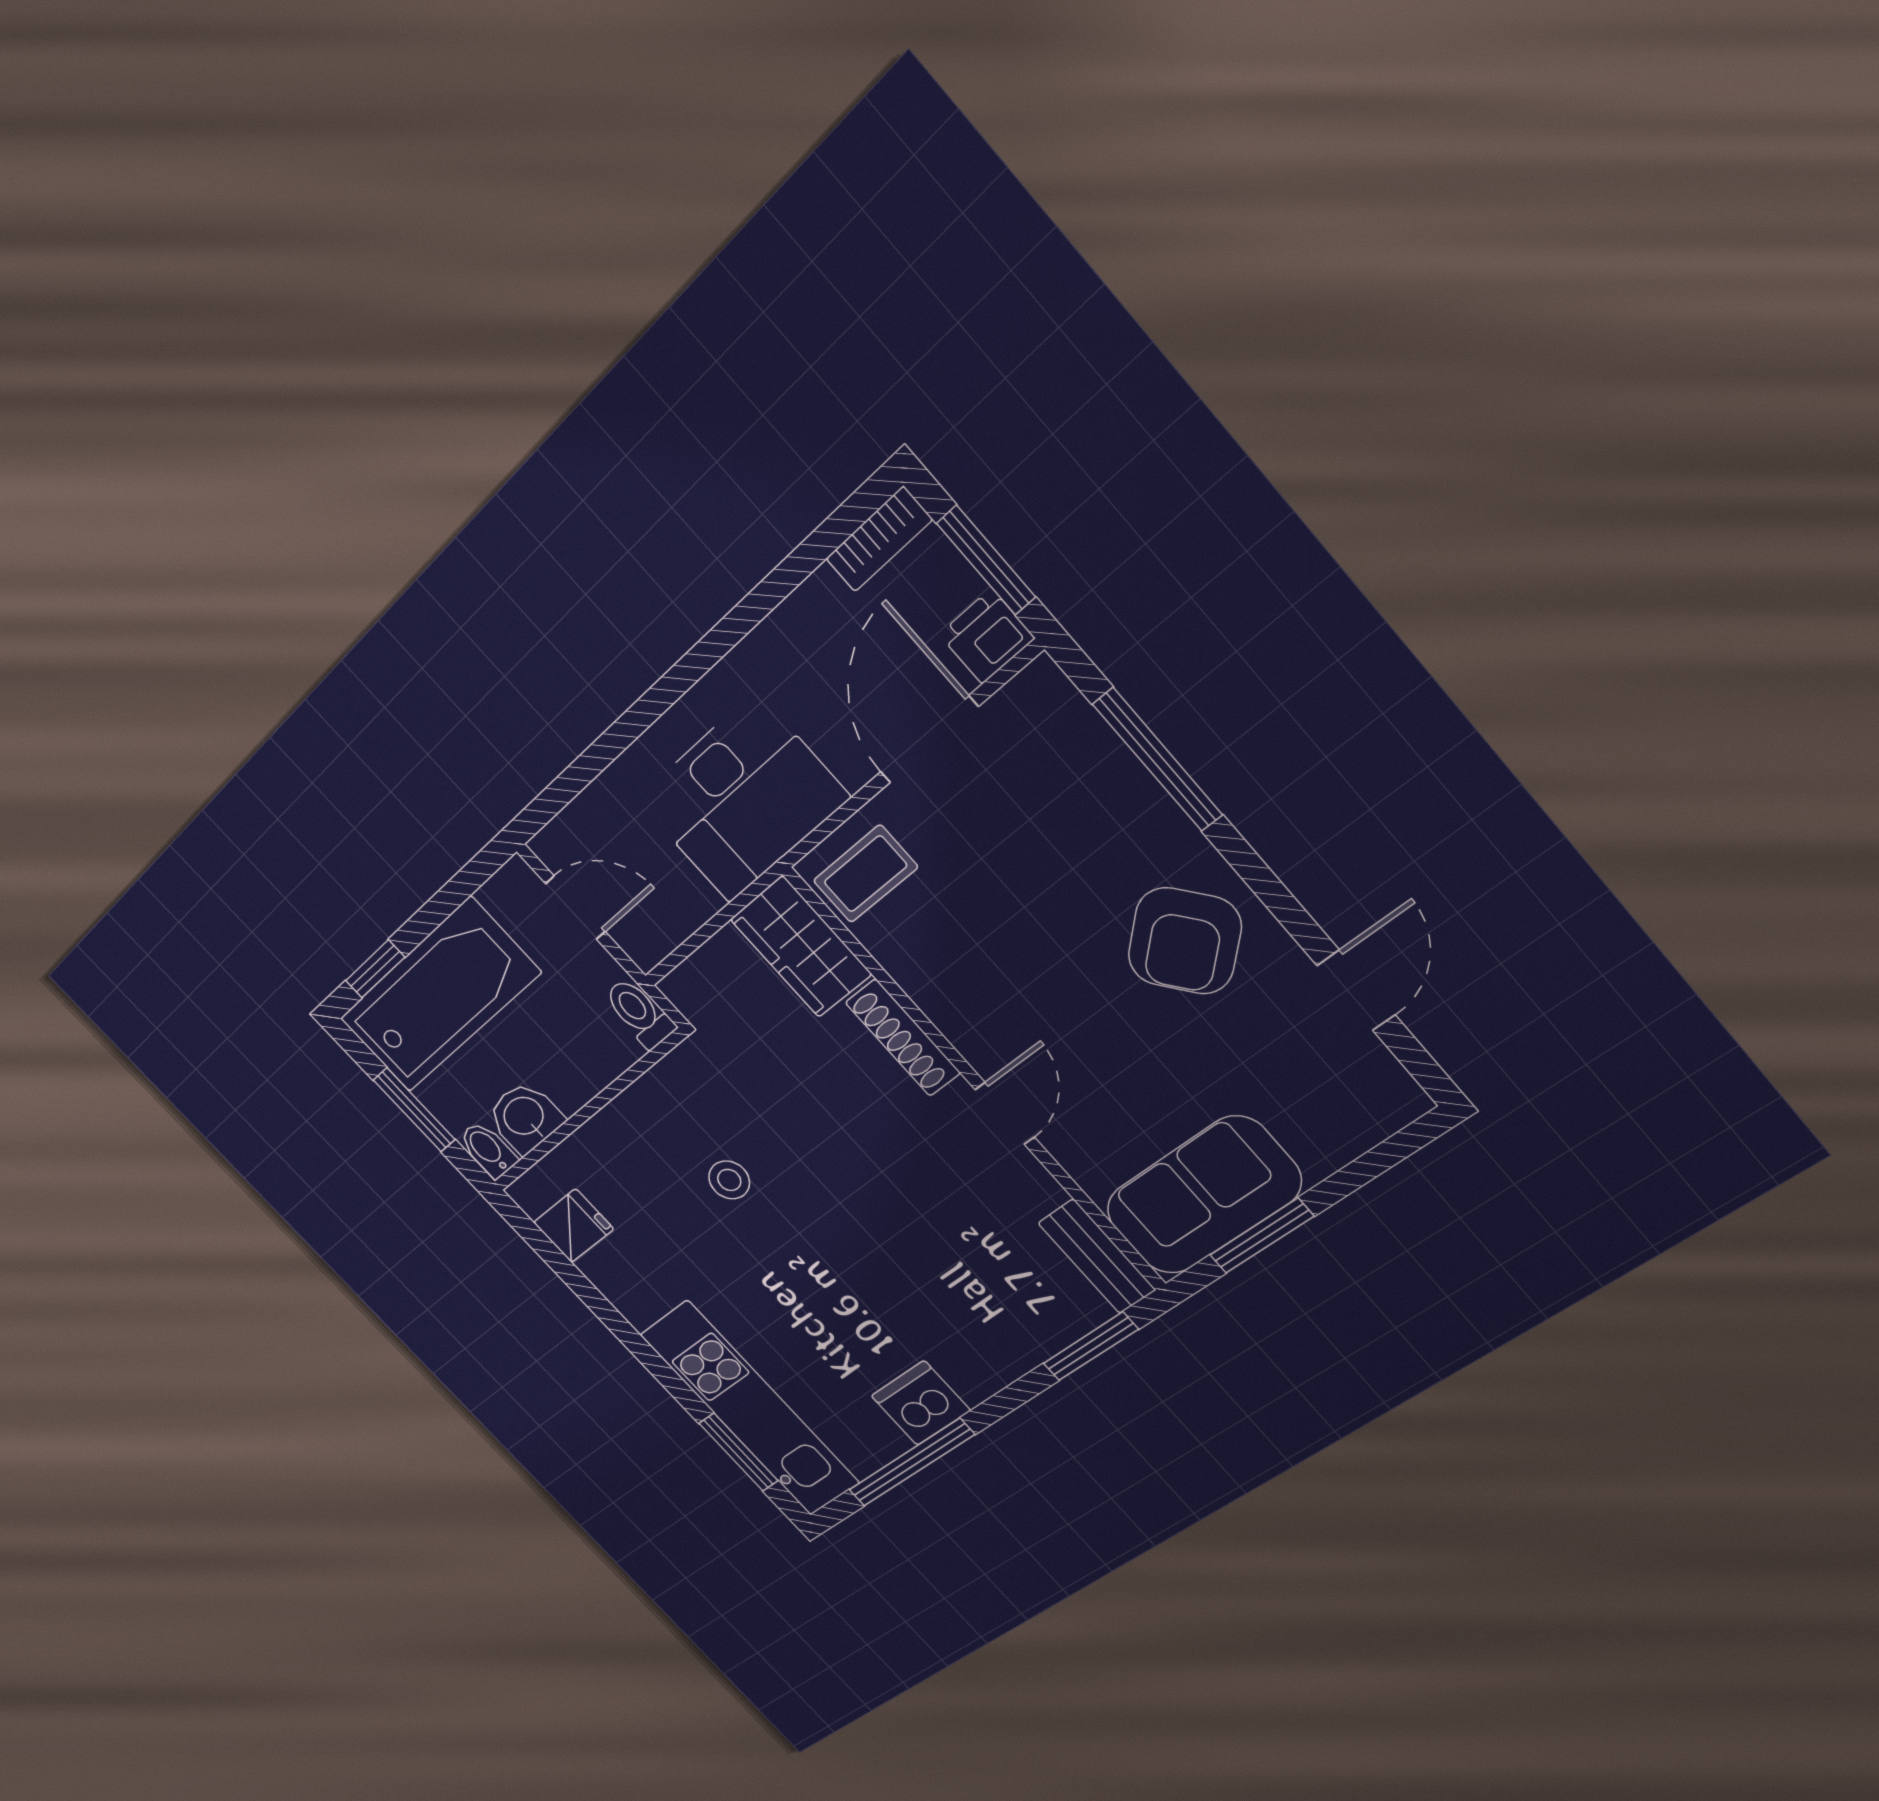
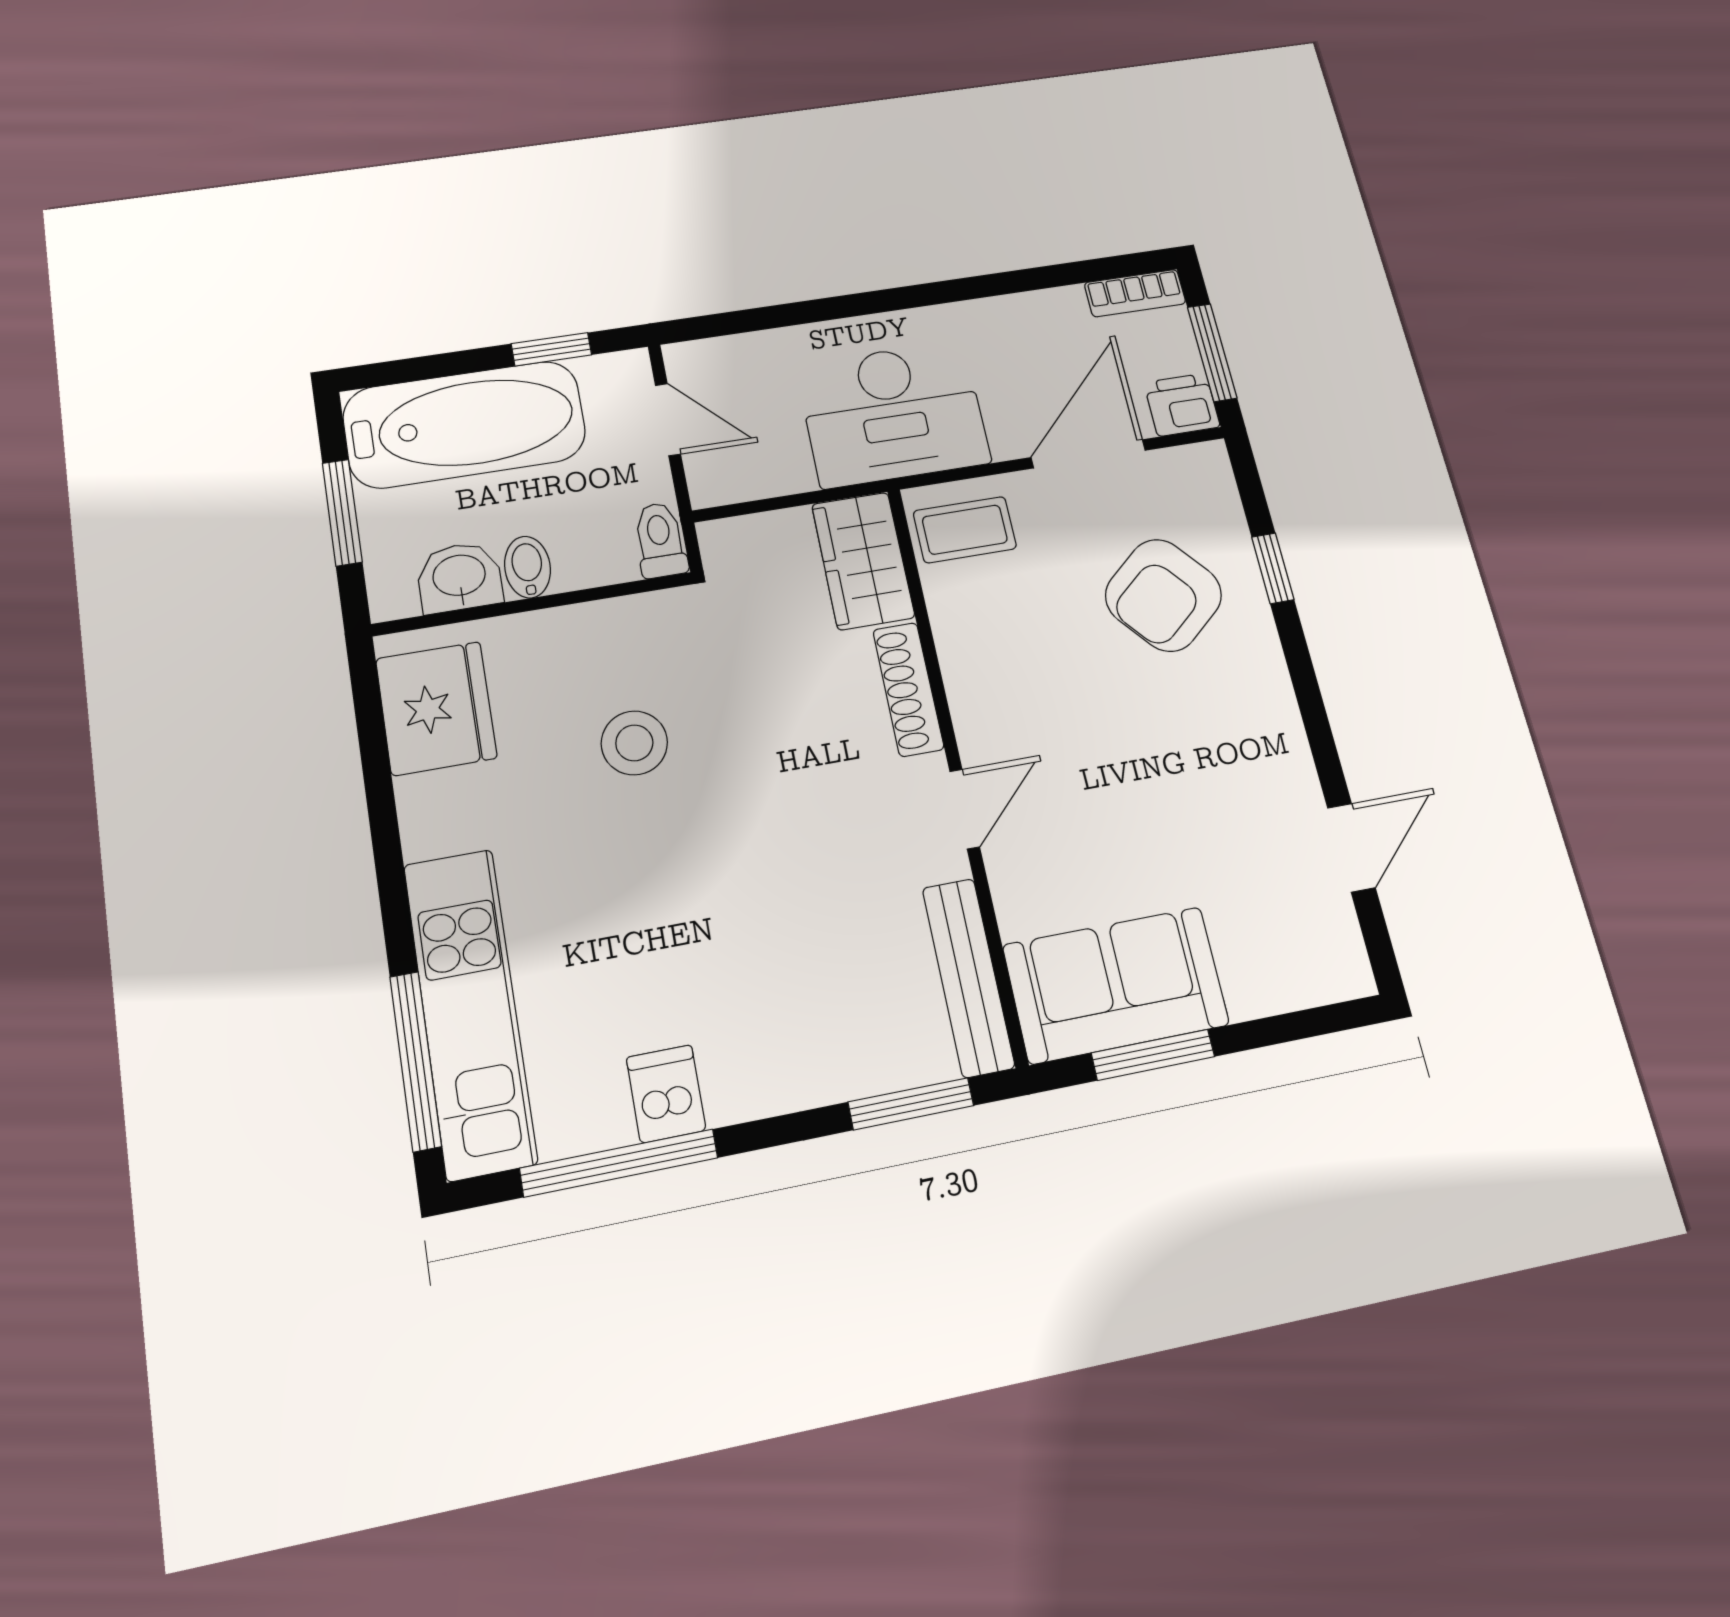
window: (1158, 760) -> (1273, 568), width x0.46
armchair: (1185, 941) -> (1163, 595), moved
window: (375, 969) -> (551, 349), moved
bidet: (488, 1150) -> (528, 567), moved
stool: (729, 1180) -> (634, 743), width x1.37, depth x1.37
fridge: (574, 1226) -> (436, 708), width x1.88, depth x1.34
bench: (1097, 1256) -> (968, 977), width x1.36
dishwasher: (921, 1403) -> (666, 1094), width x0.73
window: (739, 1452) -> (416, 1061), width x1.44

